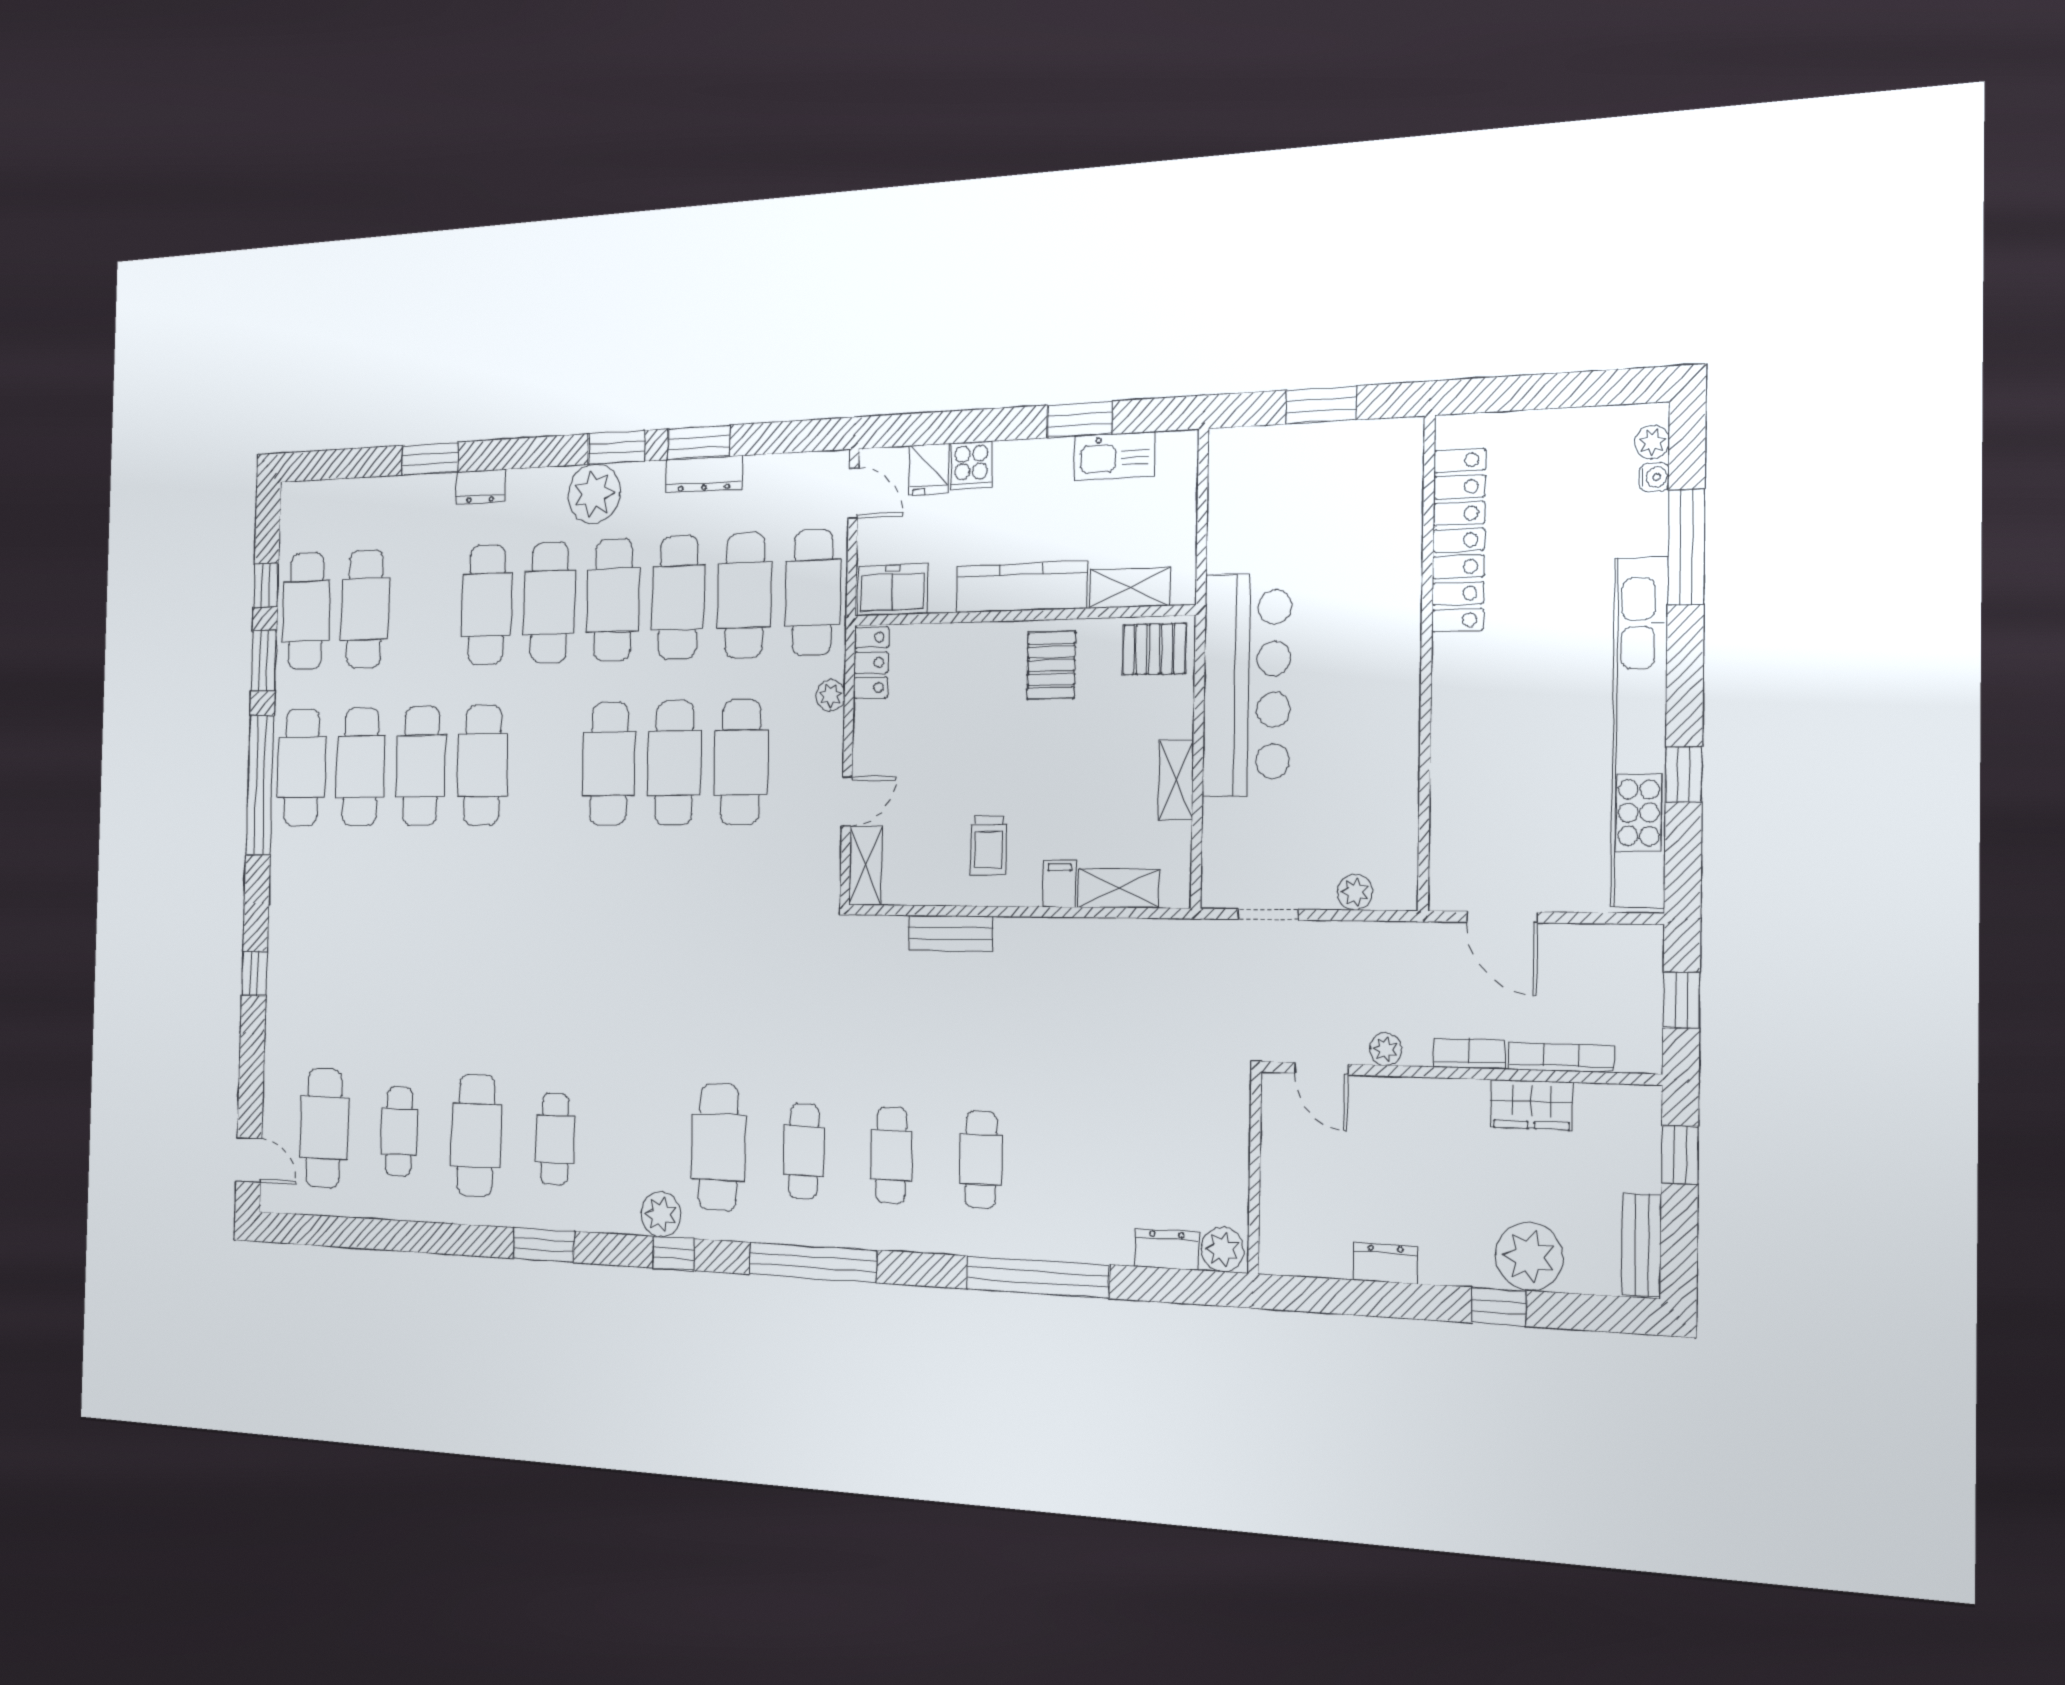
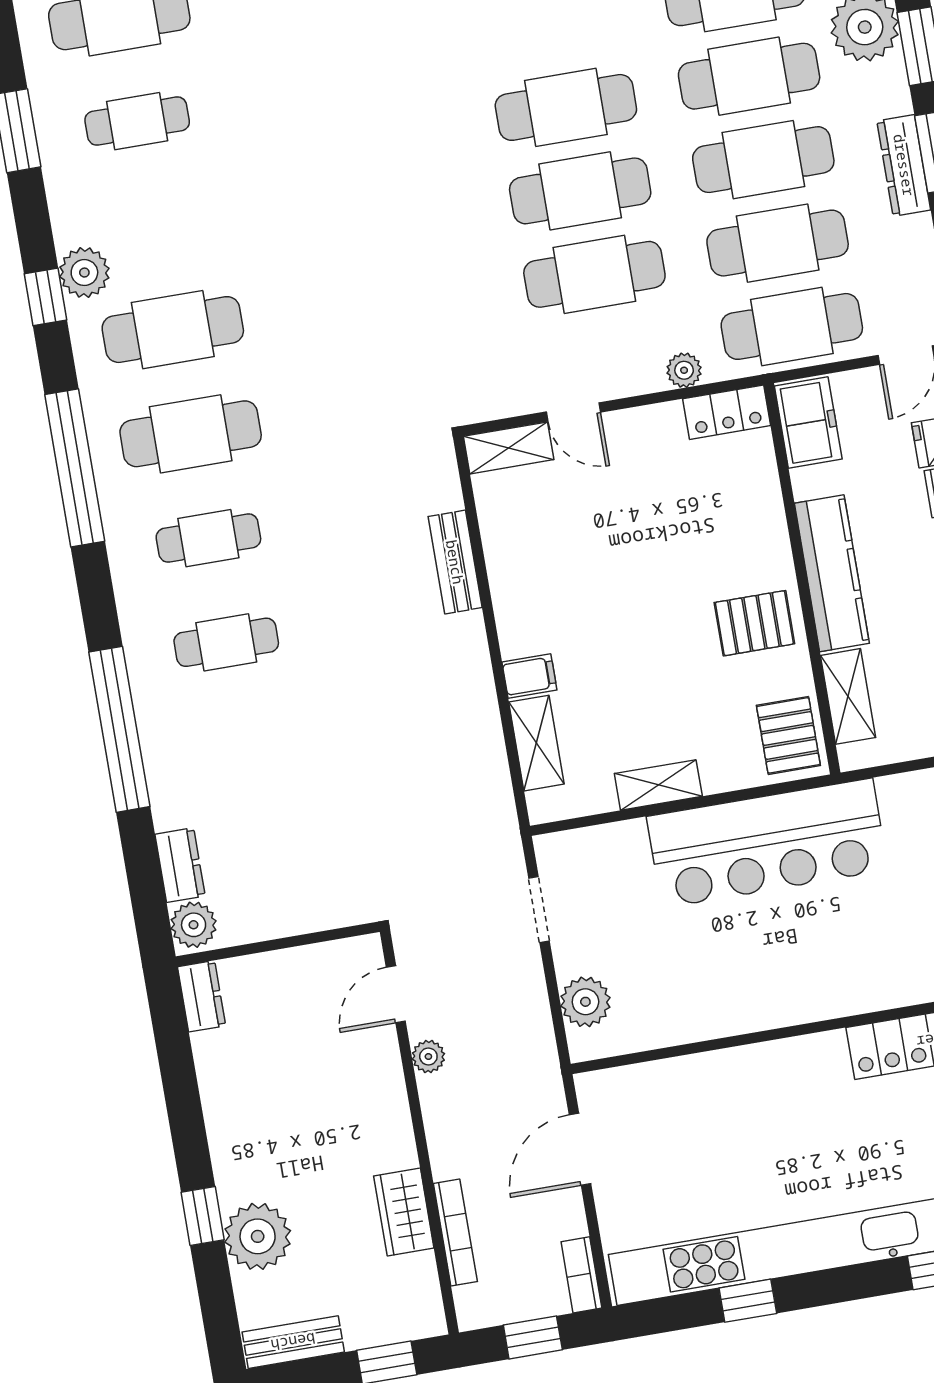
trolley: (989, 846) -> (555, 588), removed
plant: (1355, 892) -> (585, 1002), width x1.38, depth x1.38
bookcase: (1469, 1054) -> (581, 1275), moved, turned 180
cafe table: (804, 1151) -> (191, 434), width x1.37, depth x1.35
dresser: (1385, 1263) -> (202, 996), moved

